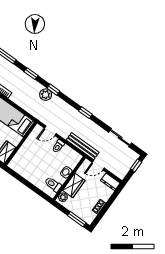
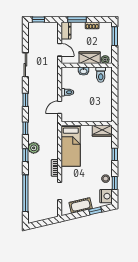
plant: (46, 95) -> (34, 148), moved
window: (85, 113) -> (25, 100), moved
door: (50, 131) -> (60, 107), swing flipped
sliding door: (120, 138) -> (25, 65), moved
bench: (83, 146) -> (53, 73), removed
window: (113, 198) -> (77, 20), added

